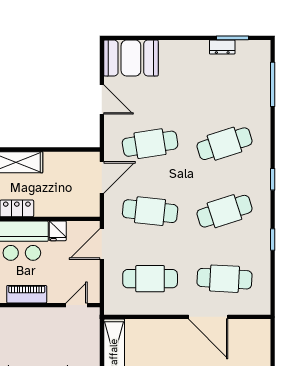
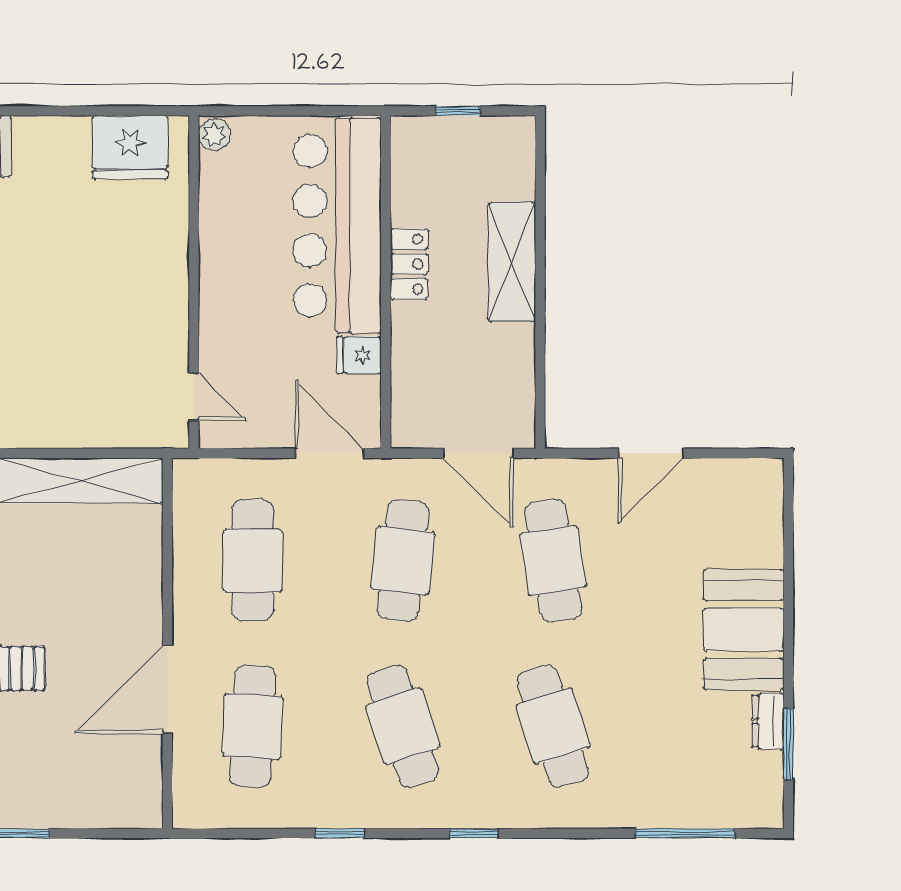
booth: (131, 58) -> (744, 630), moved
piano: (27, 294) -> (218, 286), removed

